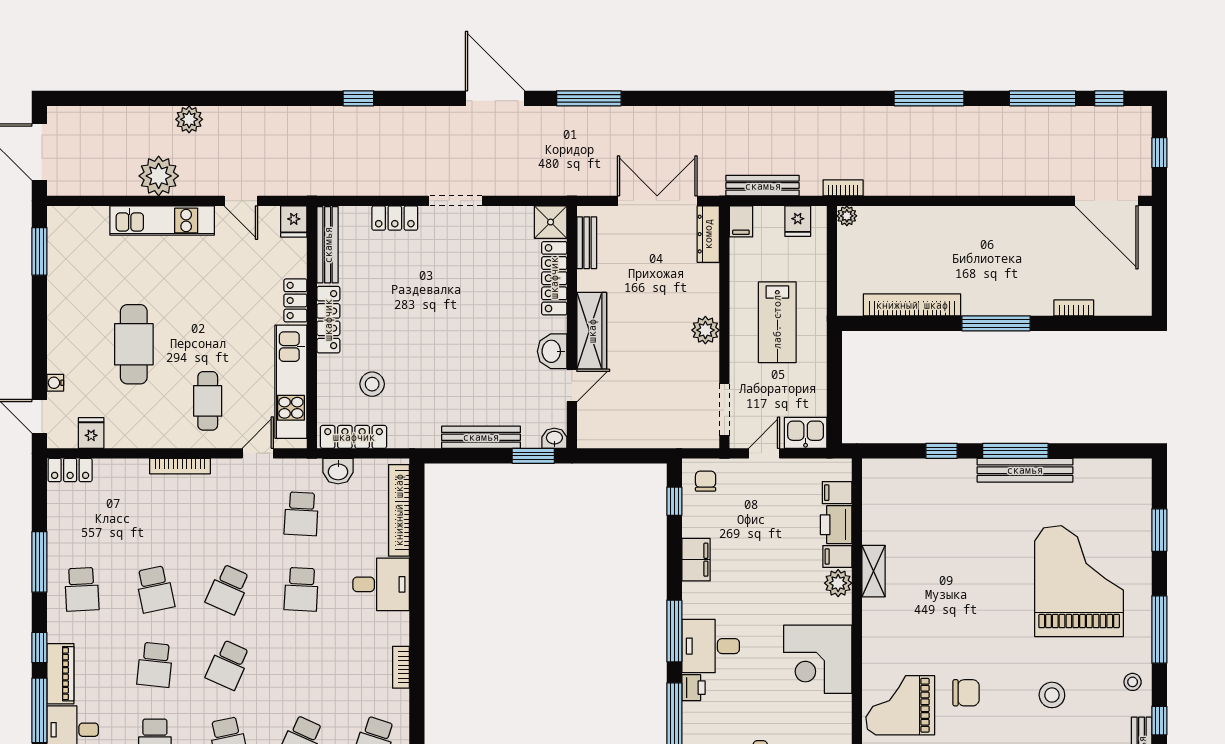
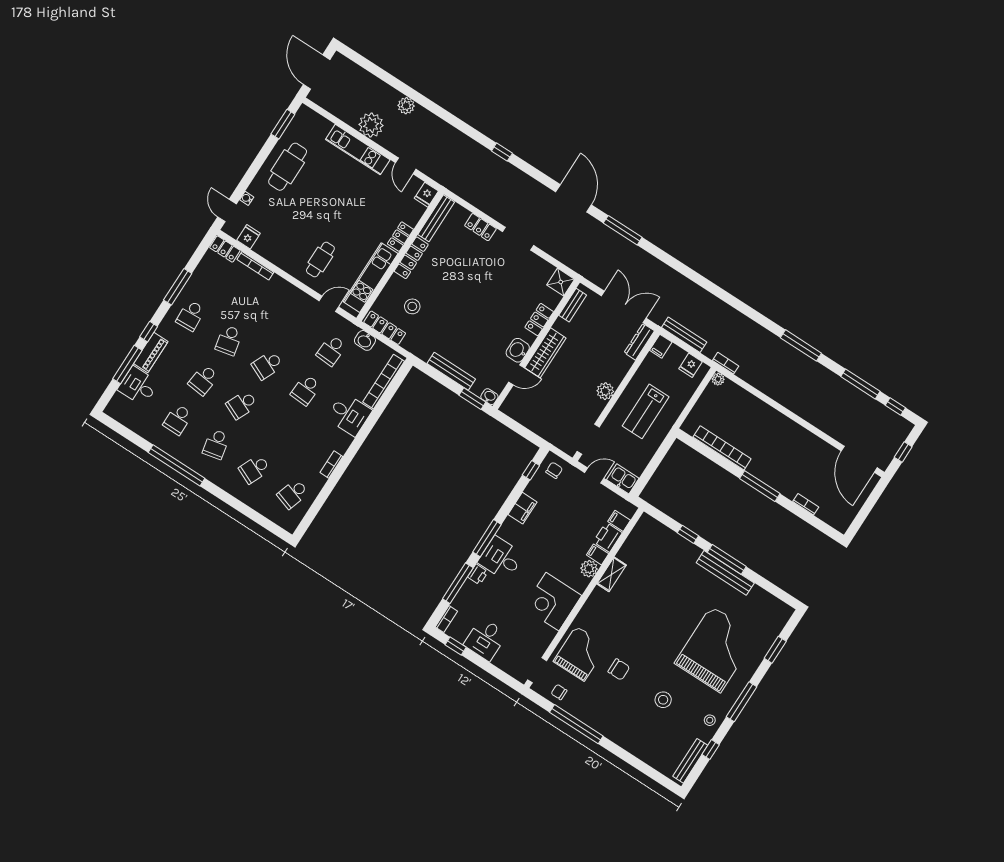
locker: (554, 278) -> (539, 320), width x0.66
cafe table: (134, 344) -> (288, 167), moved
bookcase: (180, 466) -> (255, 266), moved
grand piano: (900, 705) -> (580, 654), turned 90

